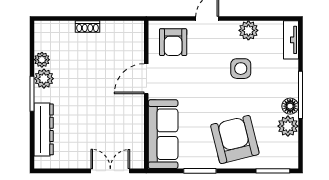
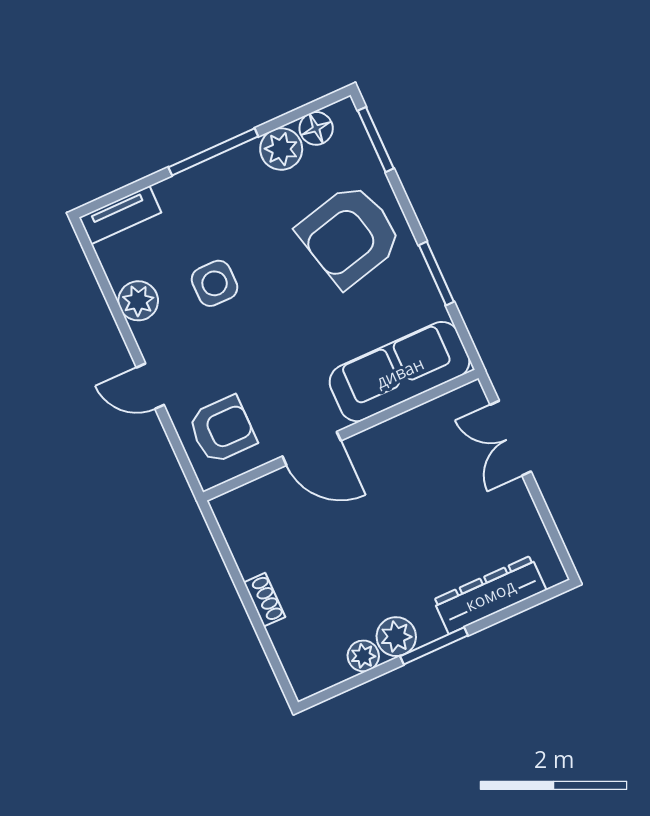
floor lamp: (290, 106) -> (316, 128), moved

